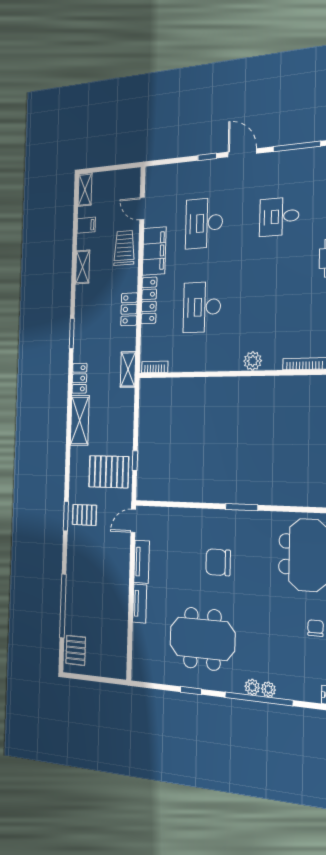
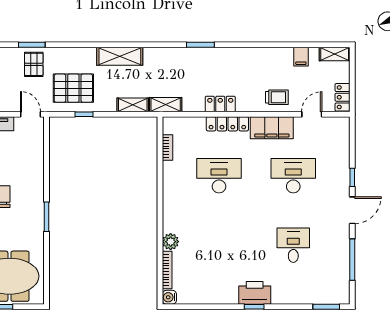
trolley: (124, 248) -> (277, 97), width x0.73, depth x0.72
shelving: (83, 267) -> (133, 105), moved
plant: (253, 361) -> (171, 242), moved
bookcase: (155, 367) -> (167, 148), moved
locker: (79, 378) -> (343, 97), moved, turned 90
pallet: (109, 472) -> (73, 88), turned 90

